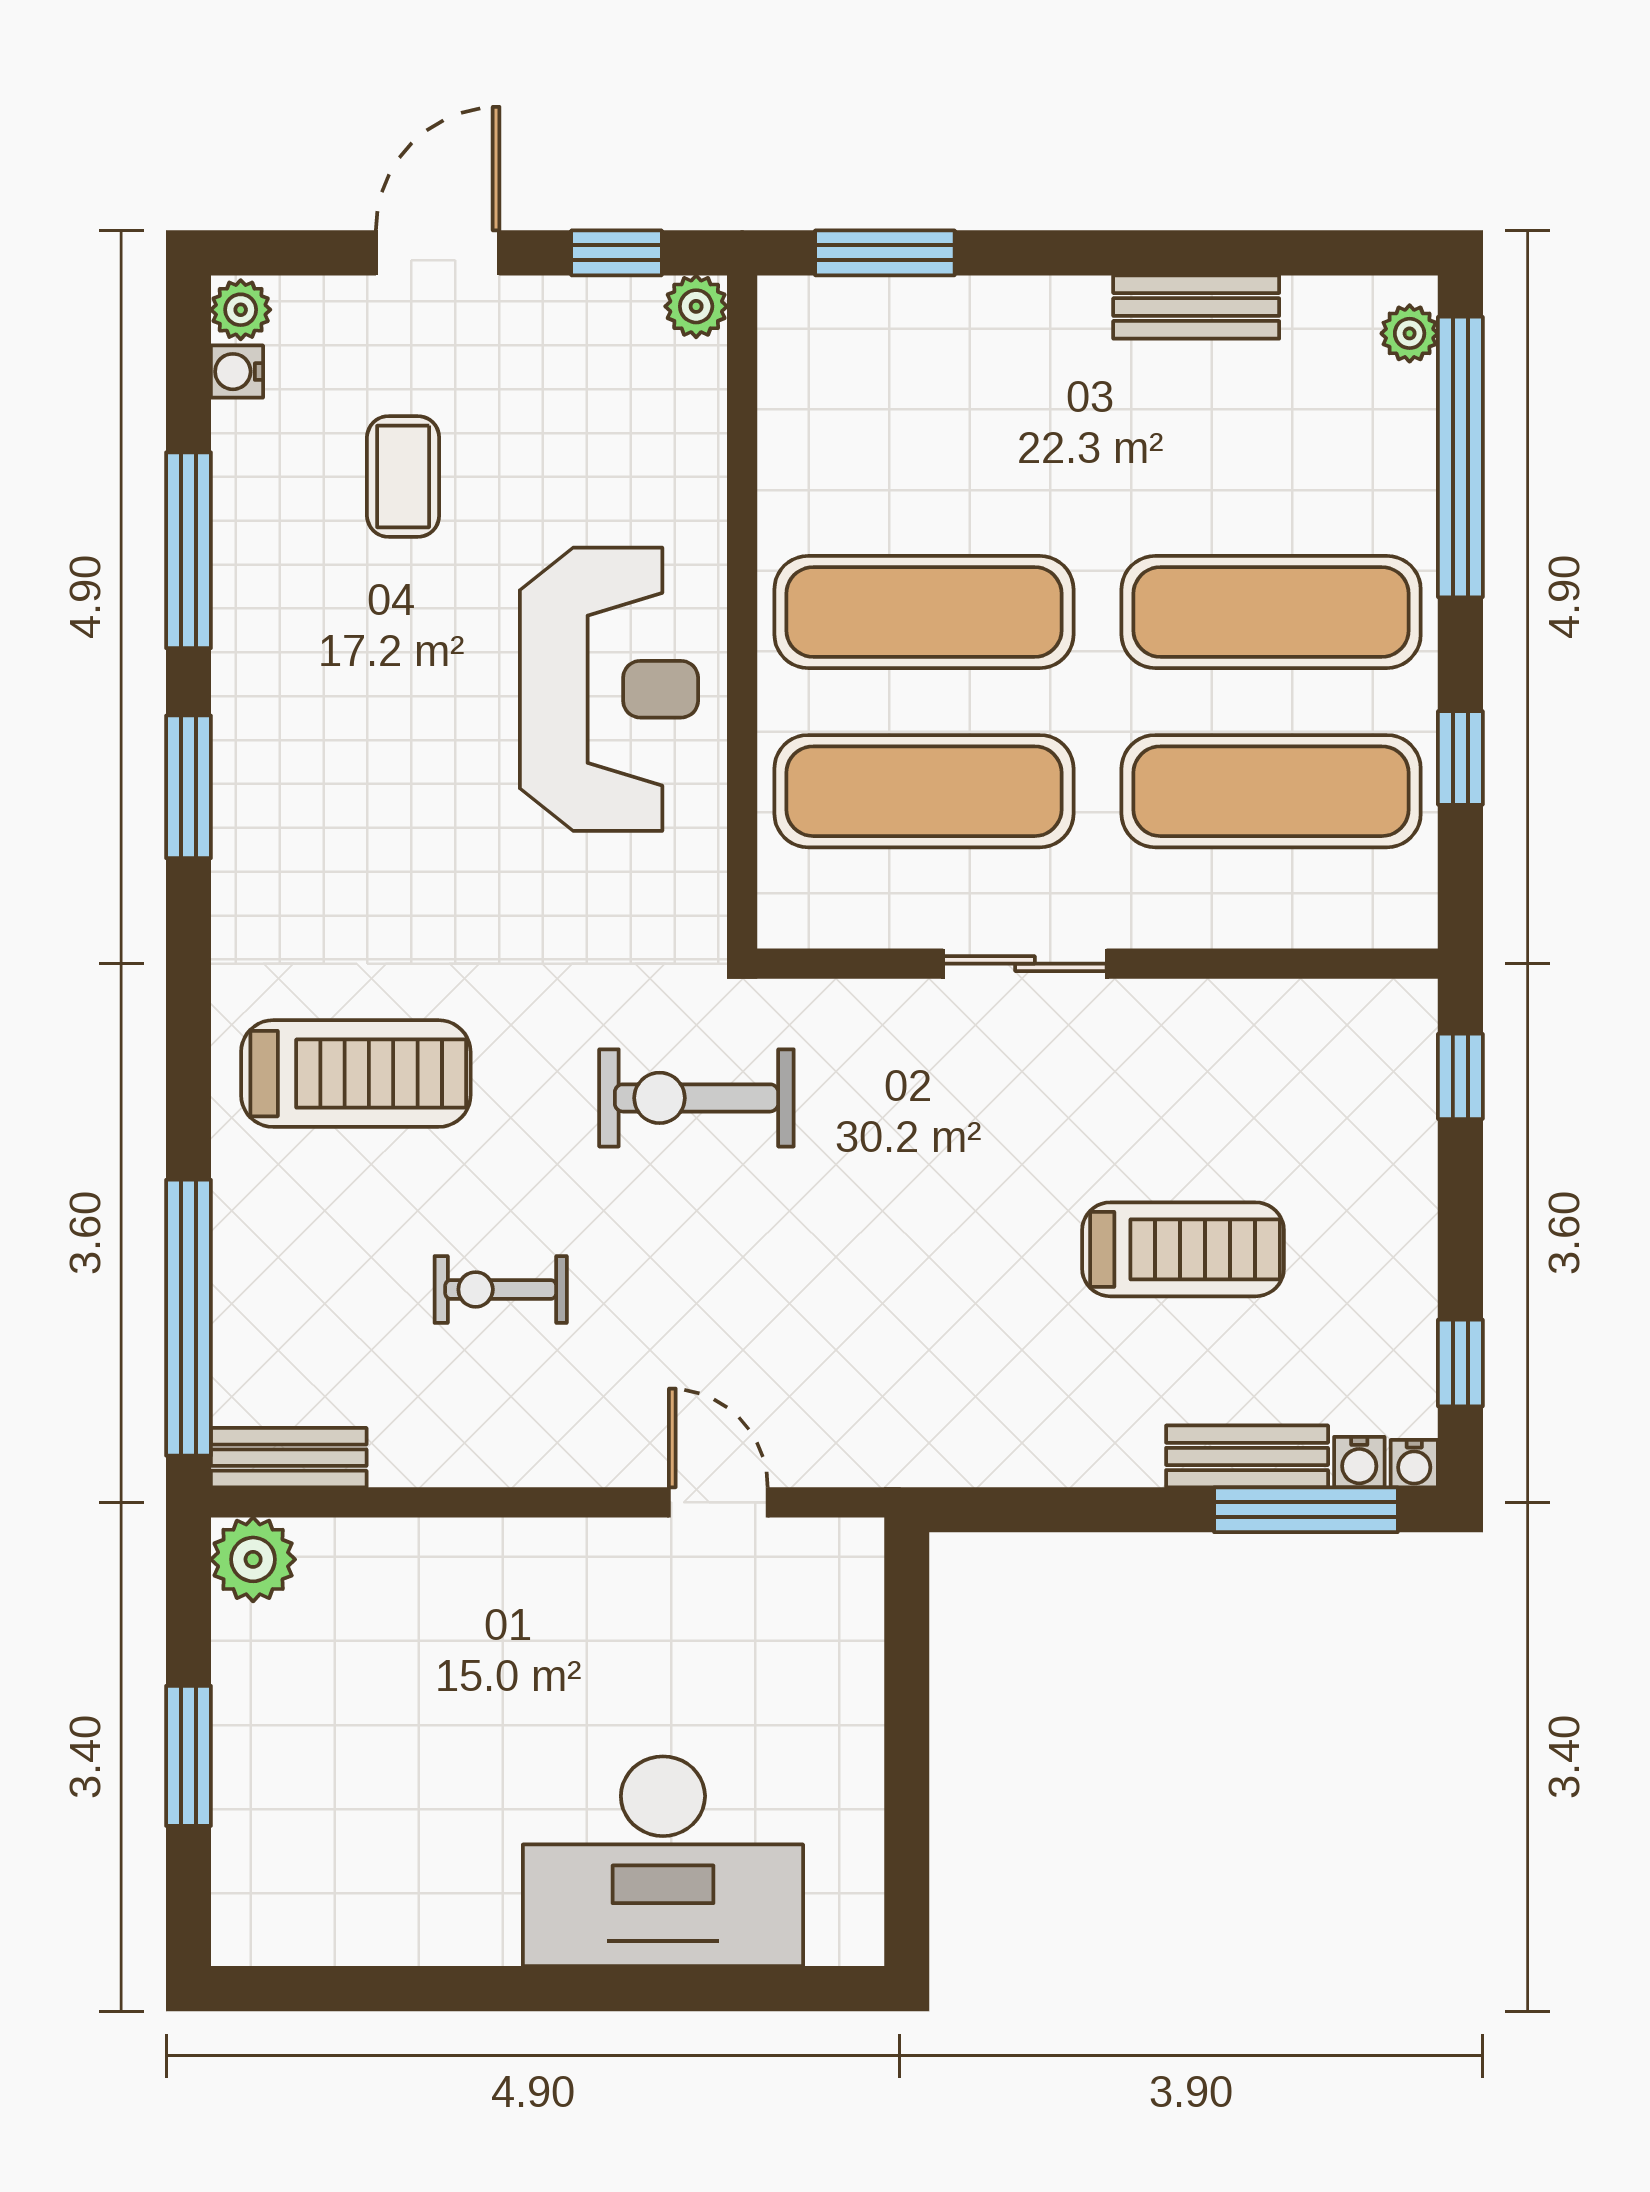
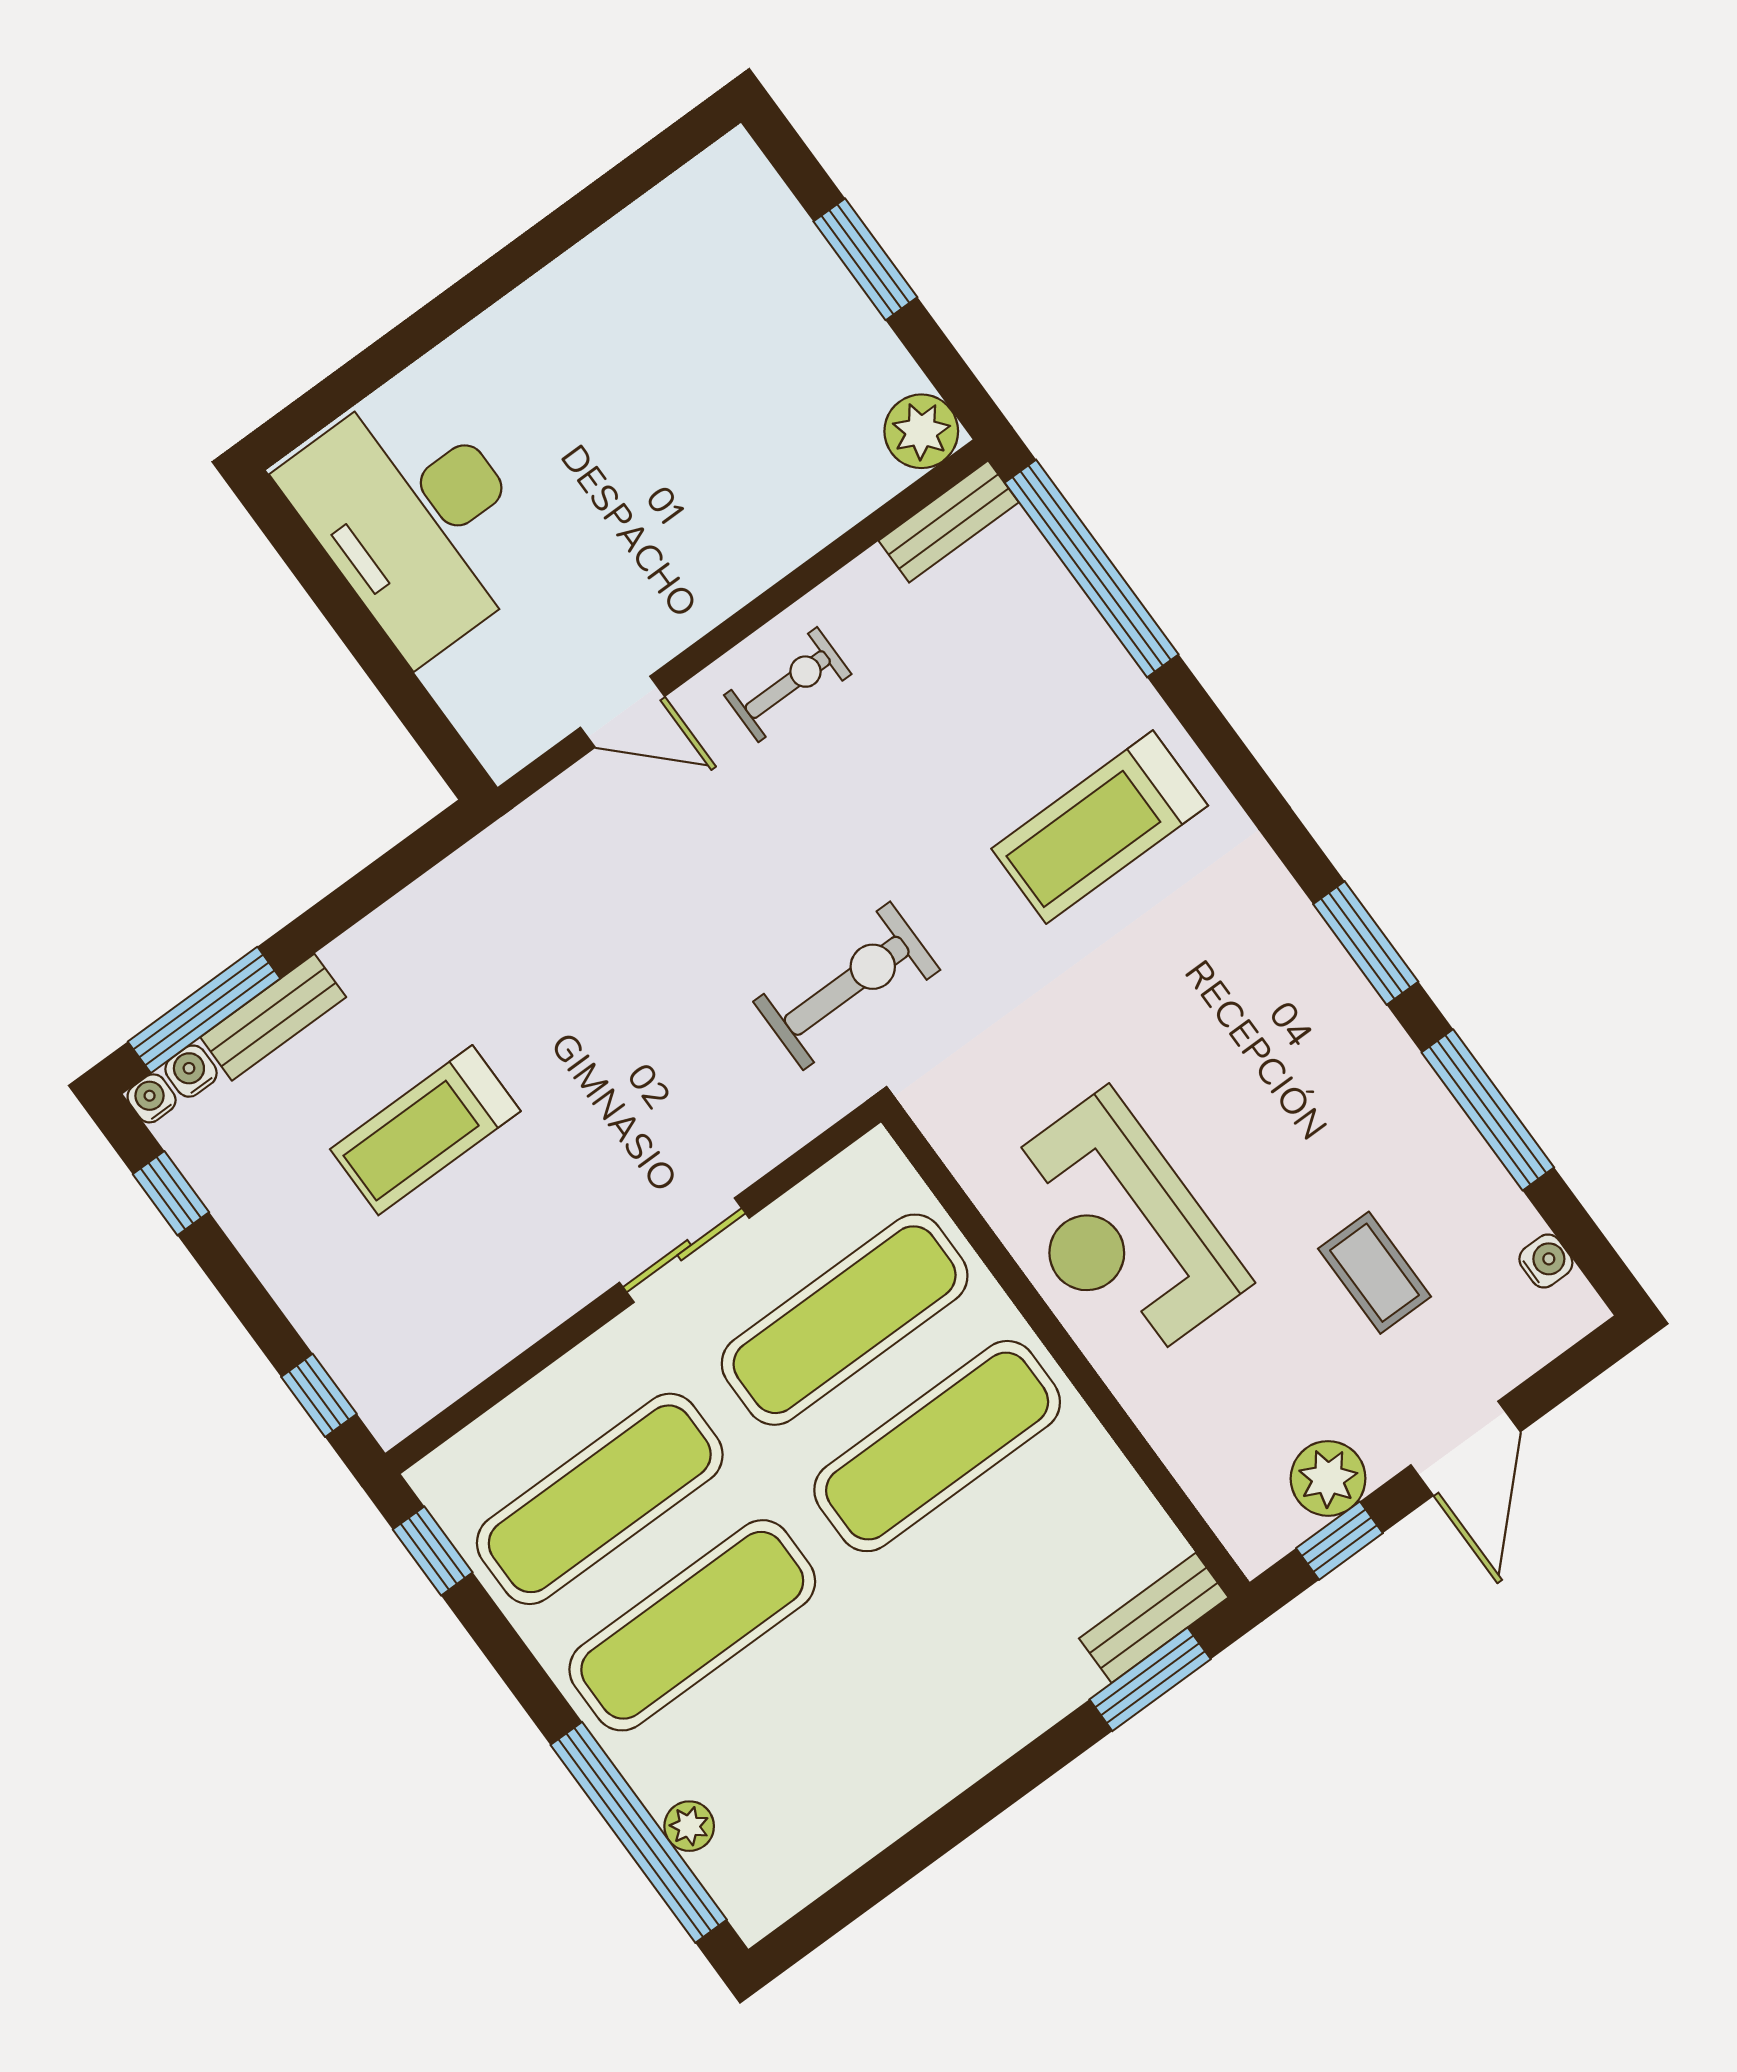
plant: (696, 306) -> (1328, 1478), moved, width x1.38, depth x1.38
bench: (1196, 307) -> (1154, 1618), moved
plant: (241, 310) -> (1575, 1306), removed
plant: (1410, 333) -> (689, 1826), moved
window: (1460, 758) -> (433, 1551), moved
exercise bike: (501, 1289) -> (788, 685), moved
desk: (663, 1861) -> (415, 519), moved, turned -90

